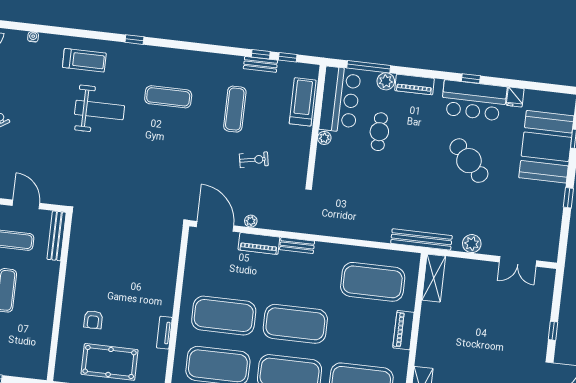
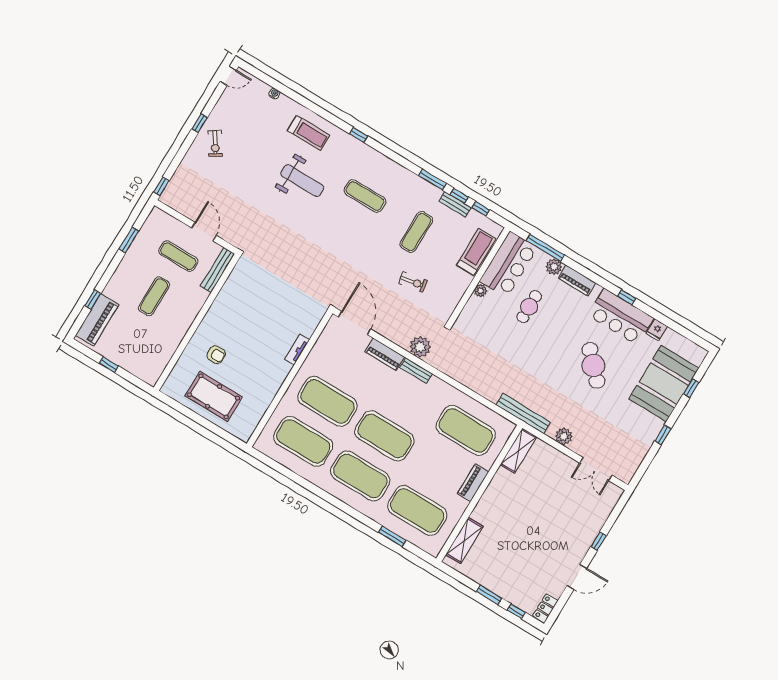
window: (227, 50) -> (432, 180), added
plant: (251, 221) -> (420, 347), moved, width x1.87, depth x1.87
armchair: (93, 320) -> (216, 355), turned -90
tv unit: (164, 333) -> (297, 350), moved

